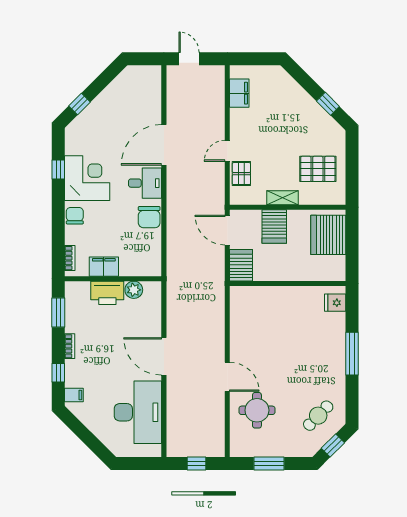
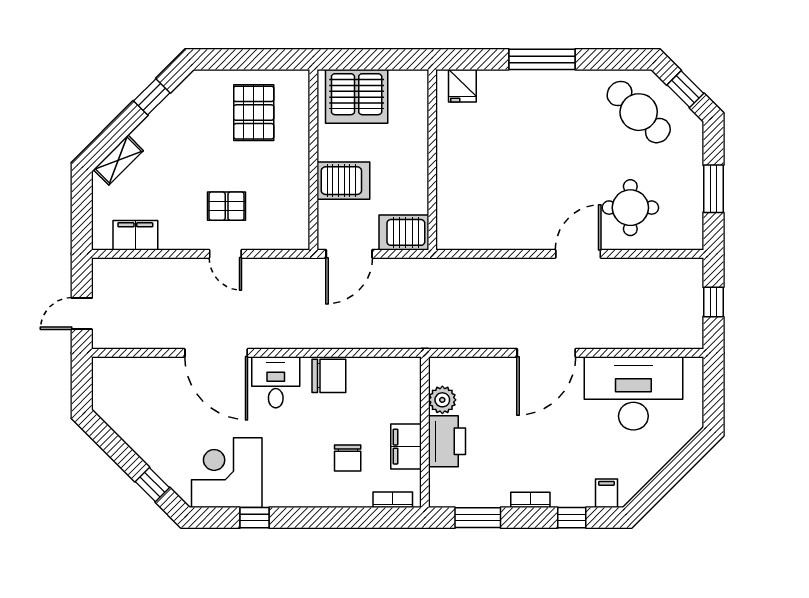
pallet: (241, 174) -> (227, 206), moved
corner desk: (87, 178) -> (227, 473), moved
shelving: (283, 198) -> (118, 160), moved, turned 45
chair: (75, 216) -> (348, 458), moved, turned -90
cafe table: (318, 416) -> (639, 112), width x1.37, depth x1.35

